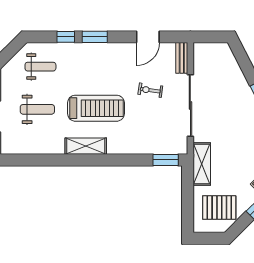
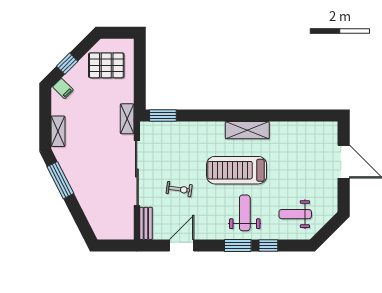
weight bench: (37, 109) -> (245, 213), moved, turned 90
shelving: (202, 164) -> (127, 119), width x0.67, depth x0.75

